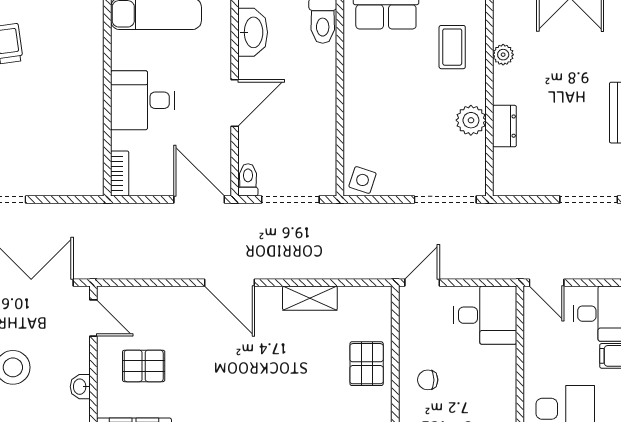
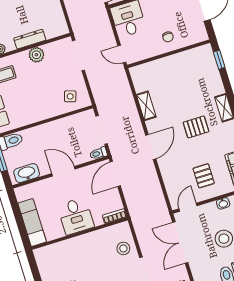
dresser: (504, 126) -> (30, 39), width x1.44
stool: (53, 171) -> (123, 248), added
side table: (363, 180) -> (70, 96), moved
pallet: (367, 364) -> (196, 127), moved

